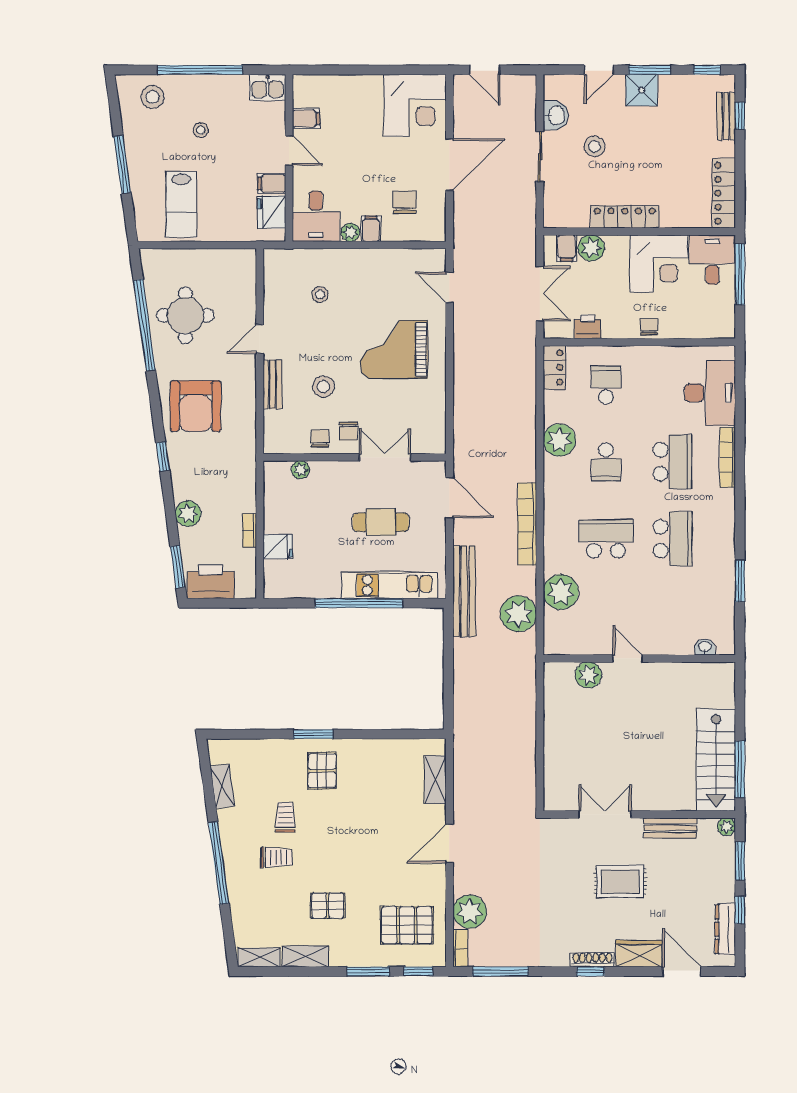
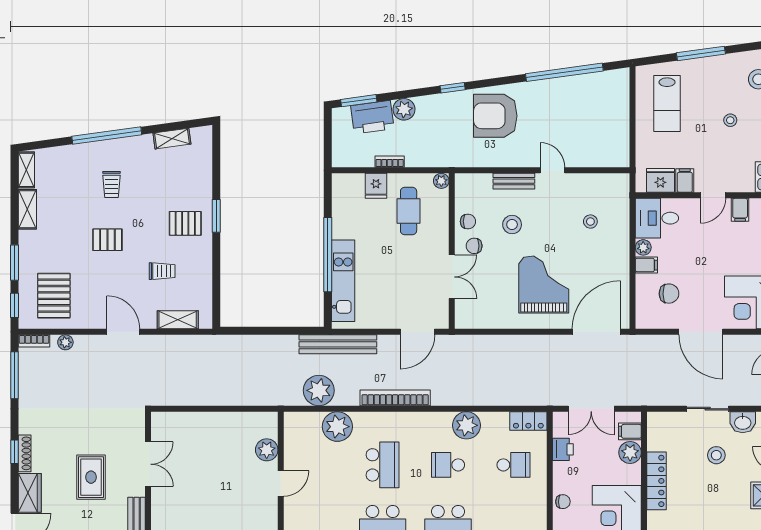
lab bench: (181, 204) -> (667, 104), turned -90
door: (449, 287) -> (596, 332), width x1.88
round table: (185, 315) -> (573, 107), removed
plant: (300, 470) -> (441, 181), moved
cafe table: (381, 522) -> (409, 211), moved
printer: (211, 582) -> (372, 117), moved, turned 82
trolley: (285, 817) -> (162, 271), moved
pallet: (328, 905) -> (107, 240), moved, turned 90
plant: (470, 912) -> (65, 342), width x0.53, depth x0.53

